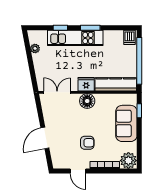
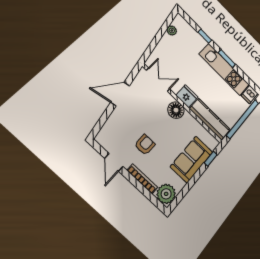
kitchen unit: (75, 38) -> (224, 69), moved
door: (45, 138) -> (120, 94), moved
armchair: (87, 143) -> (145, 145), turned -90

